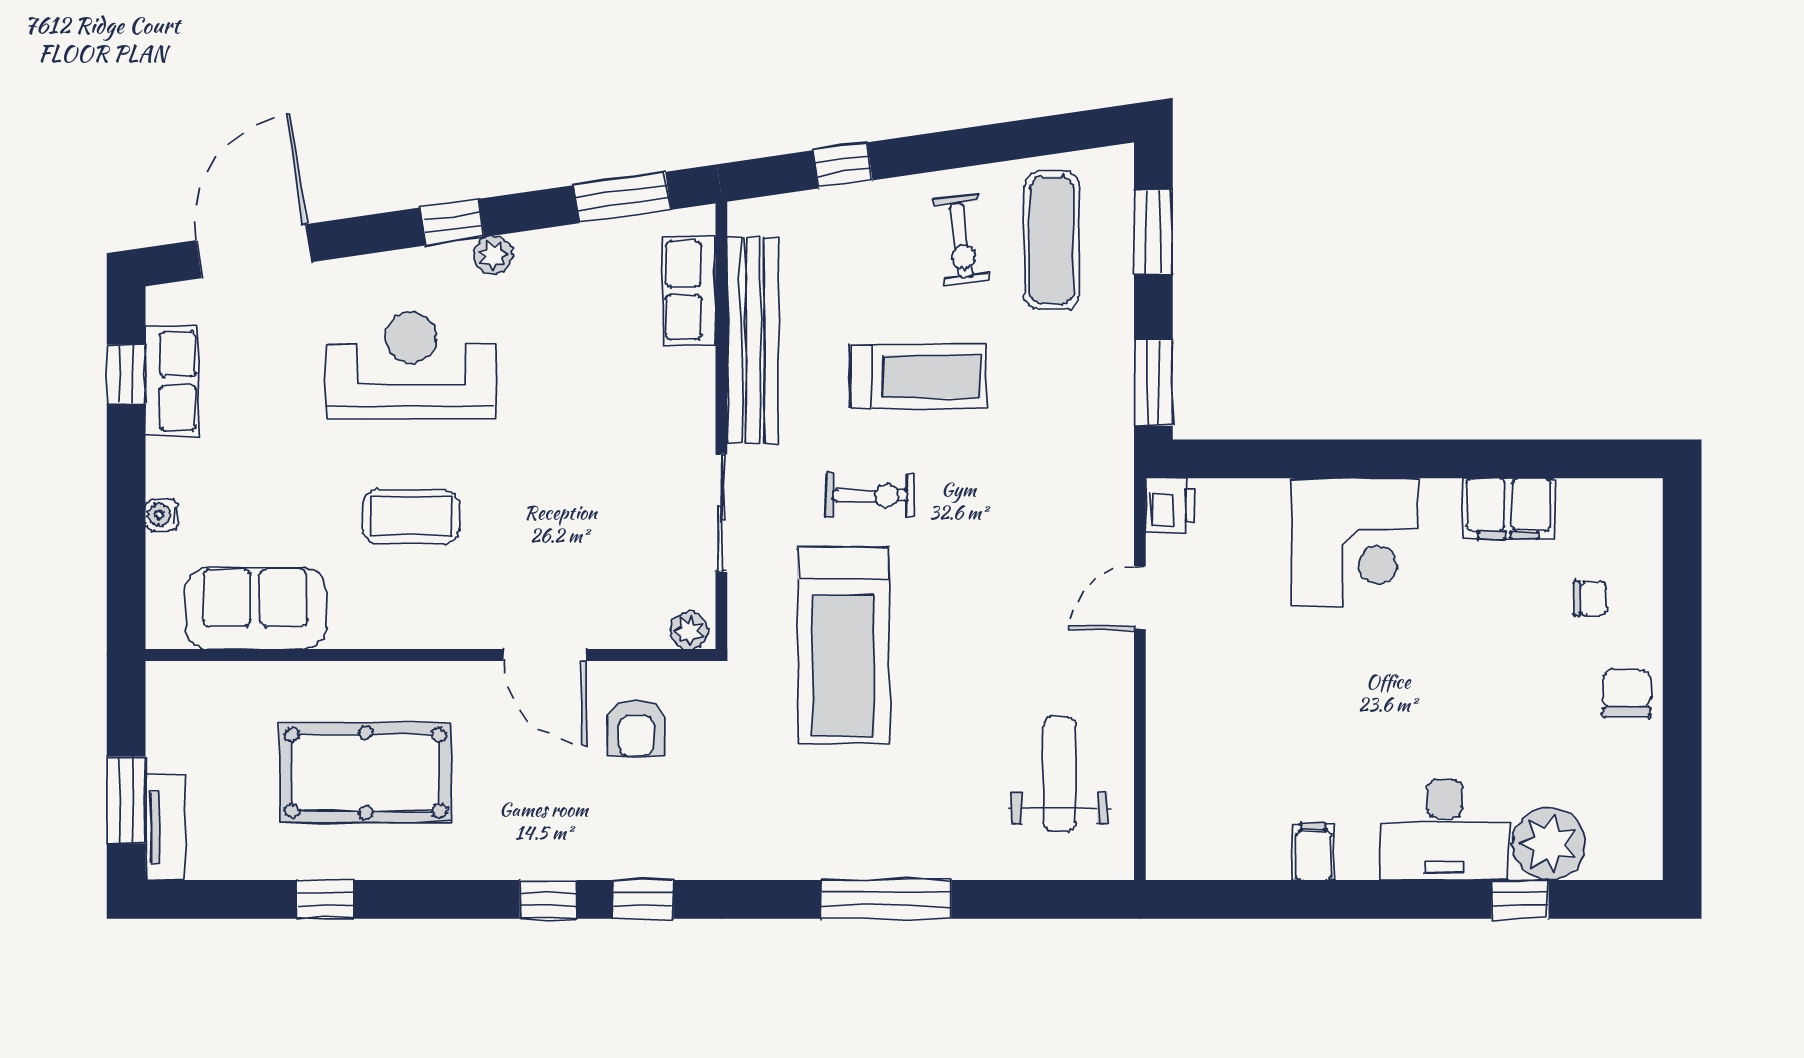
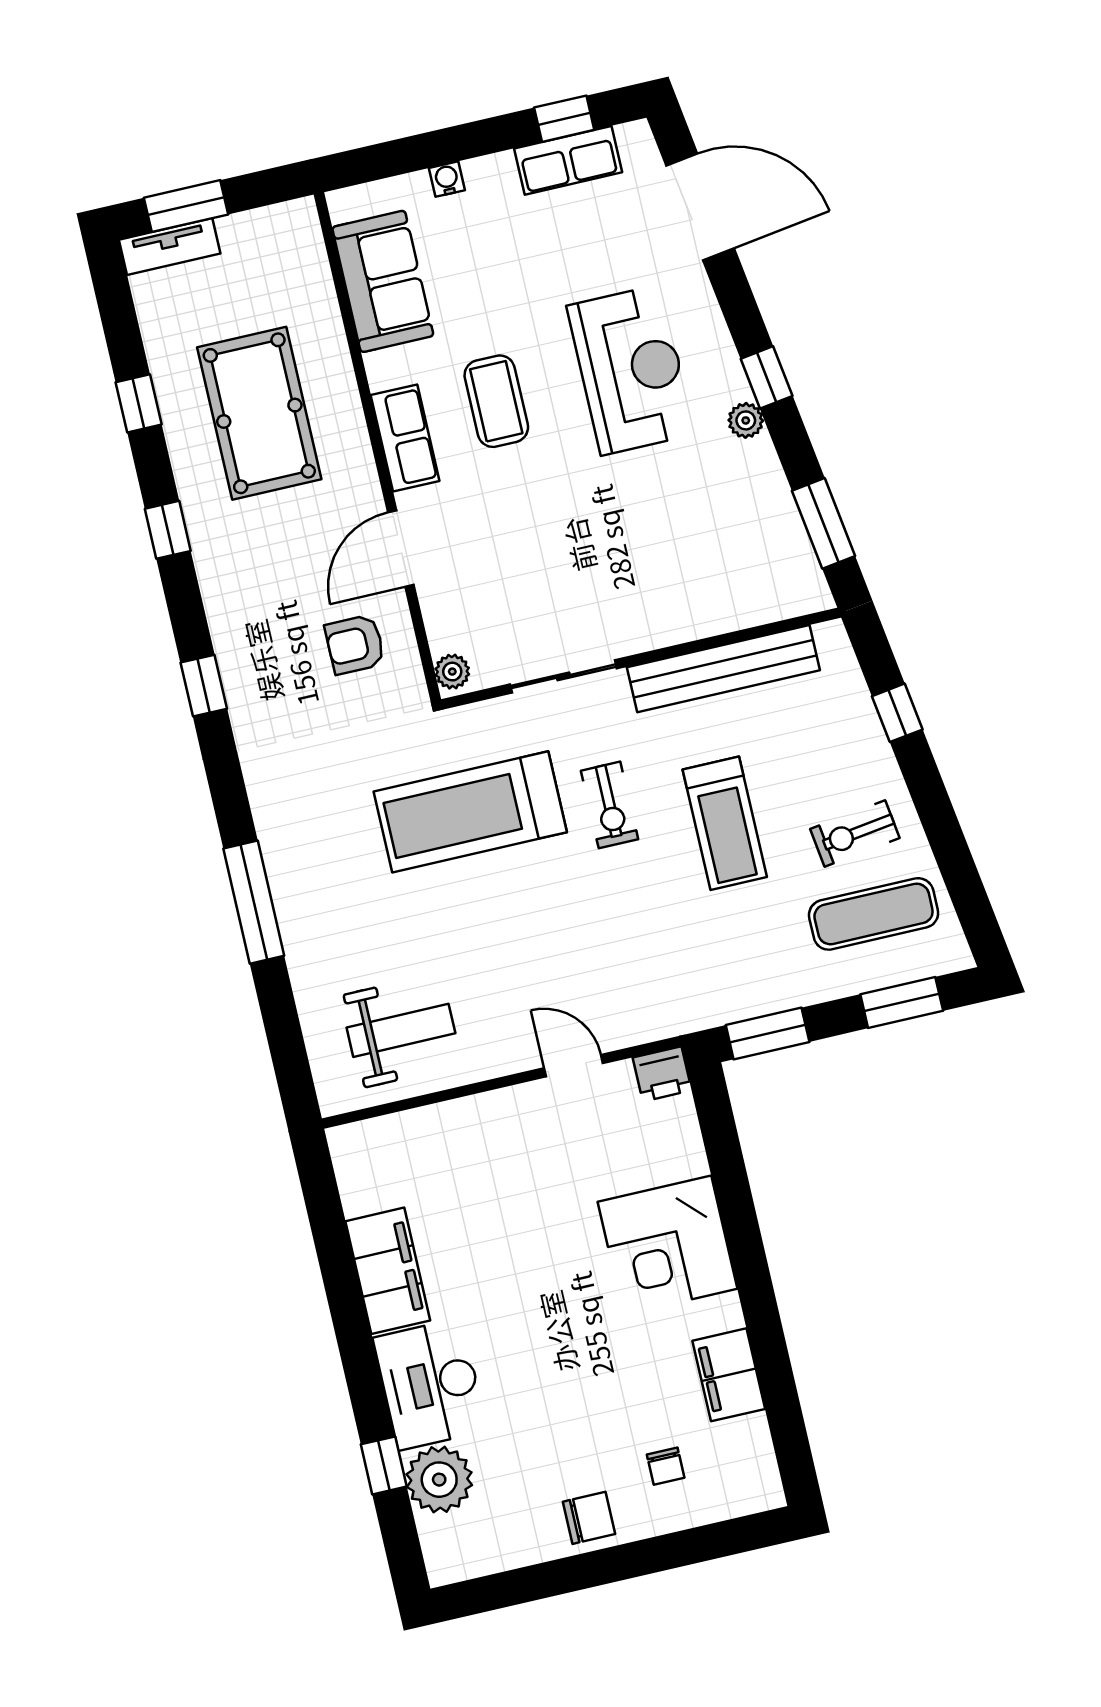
row of seats: (690, 290) -> (405, 438), moved, turned 90
filing cabinet: (1313, 852) -> (388, 1271), width x3.00, depth x1.17
window: (548, 899) -> (168, 530), moved

